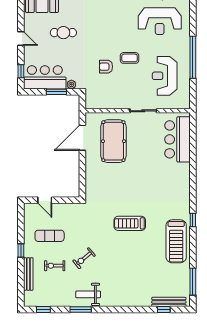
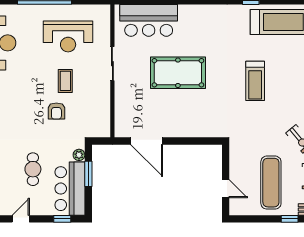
cafe table: (63, 33) -> (33, 169), moved
coffee table: (130, 58) -> (65, 81), moved
pool table: (113, 141) -> (178, 73), moved
door: (45, 200) -> (226, 189), hinge flipped
exercise mat: (50, 236) -> (271, 183), width x1.36, depth x1.45

